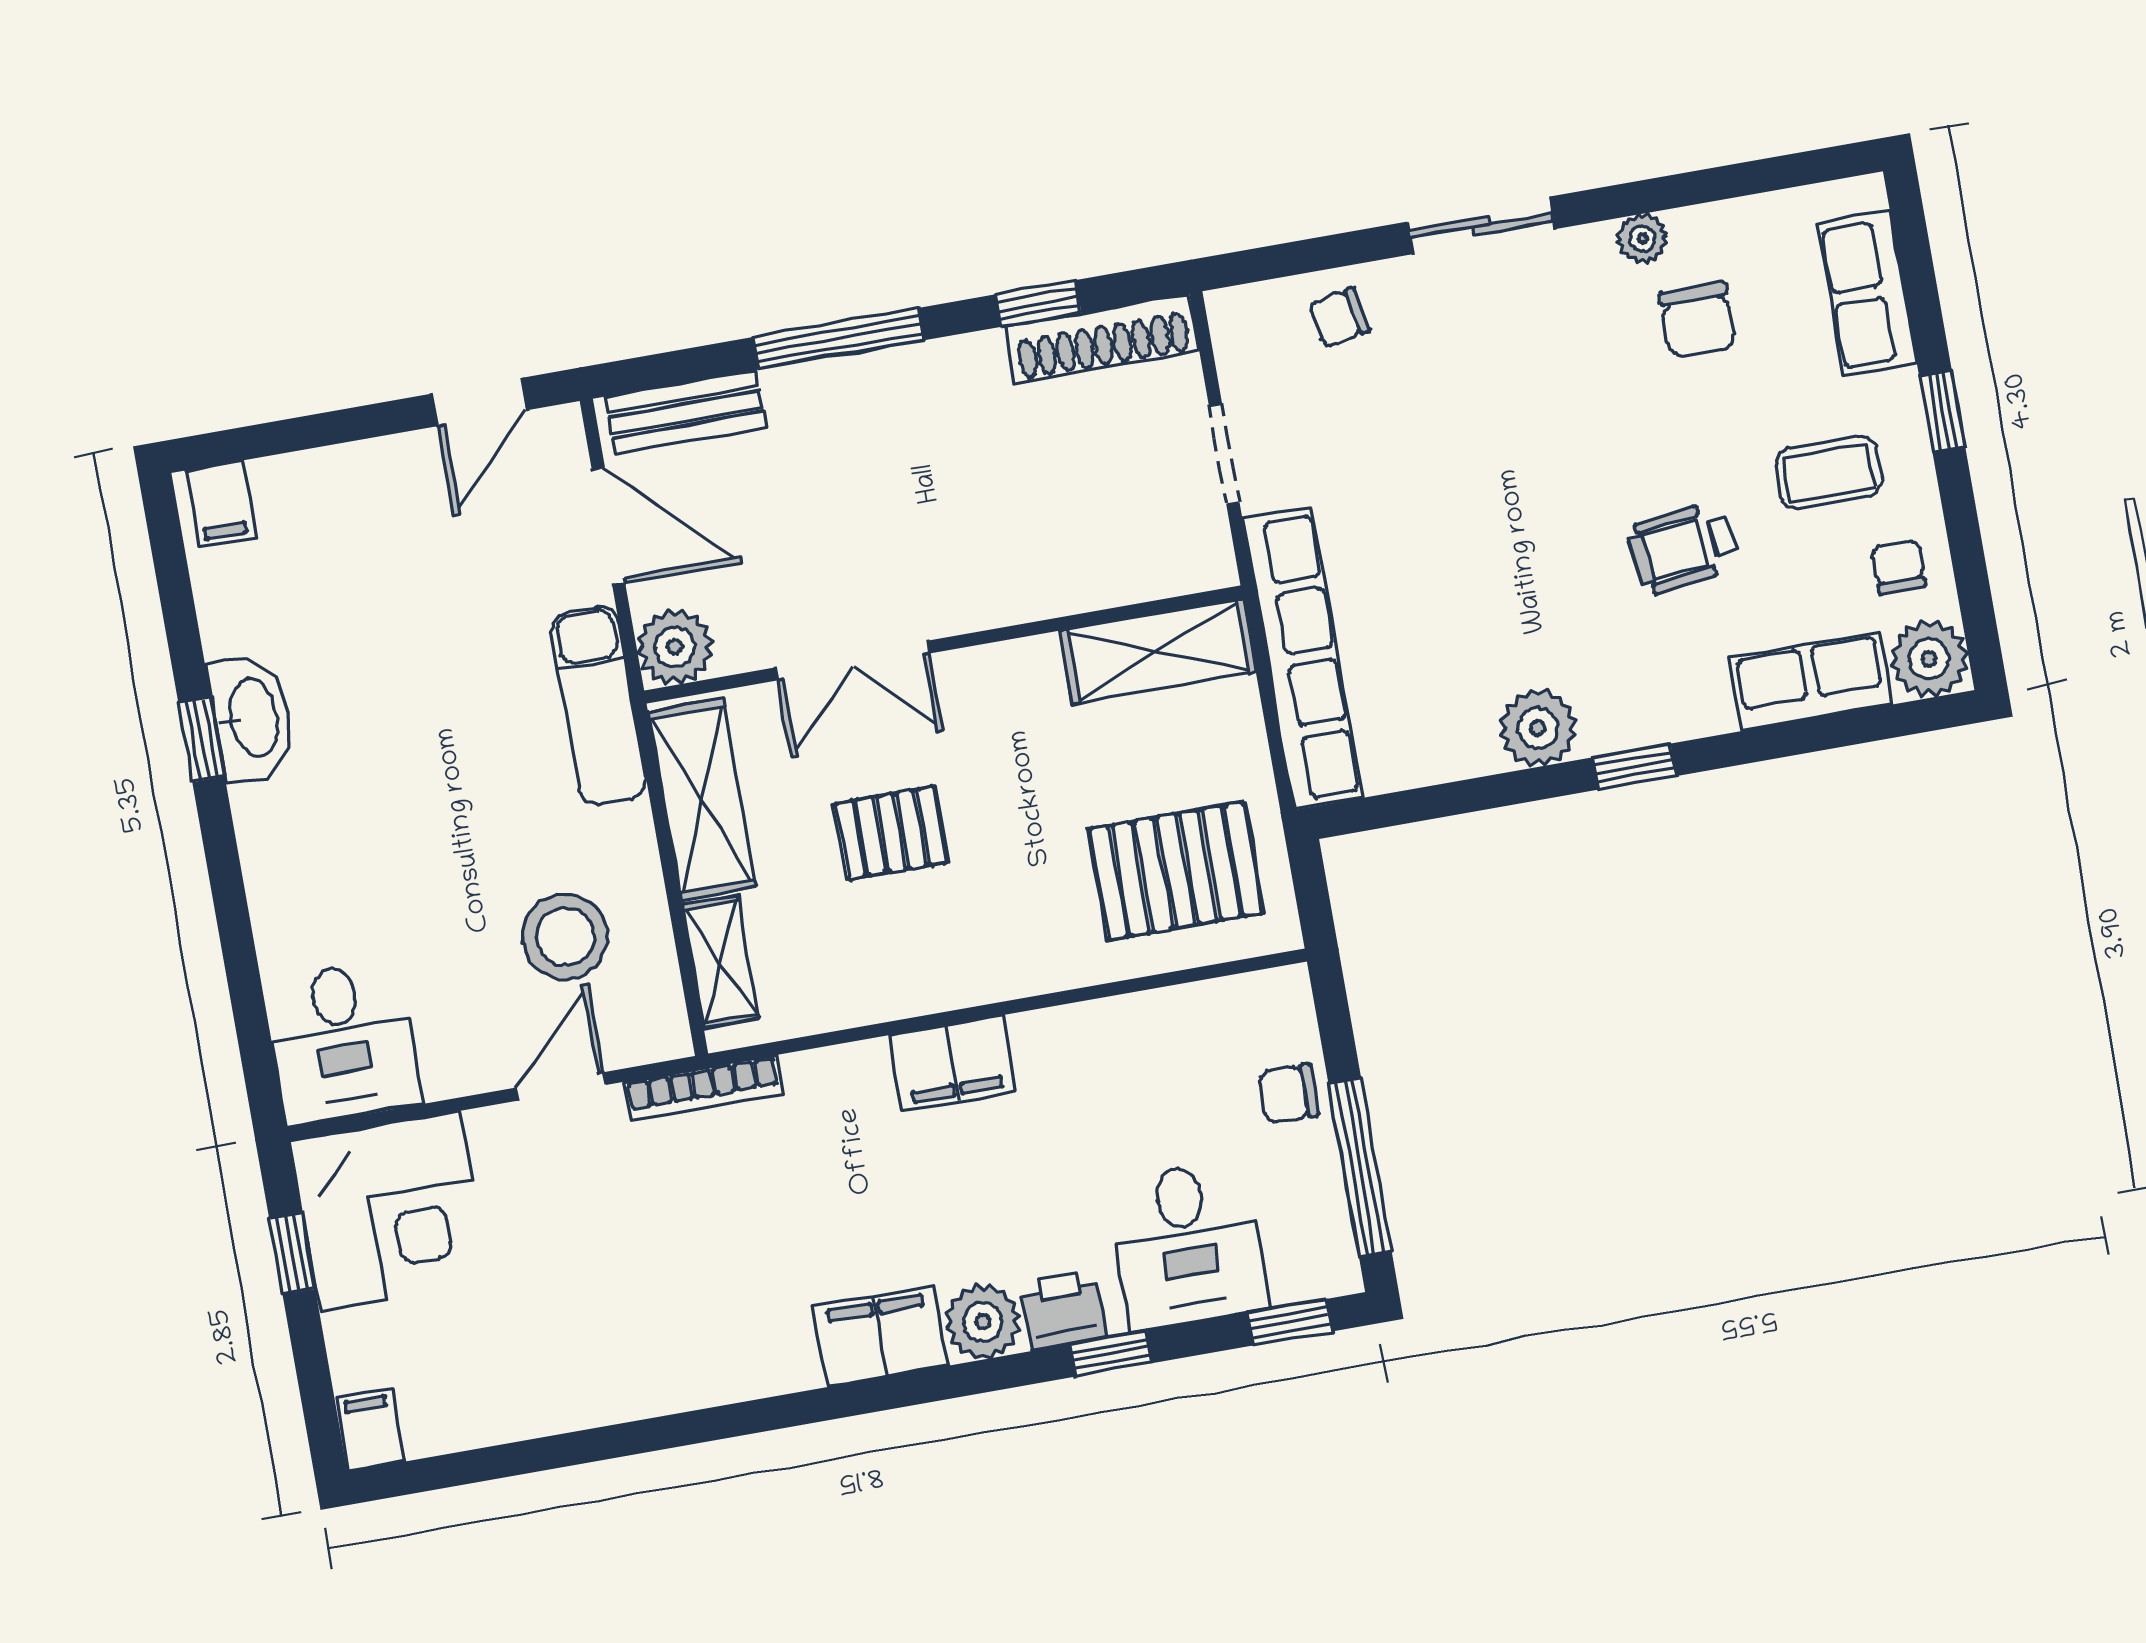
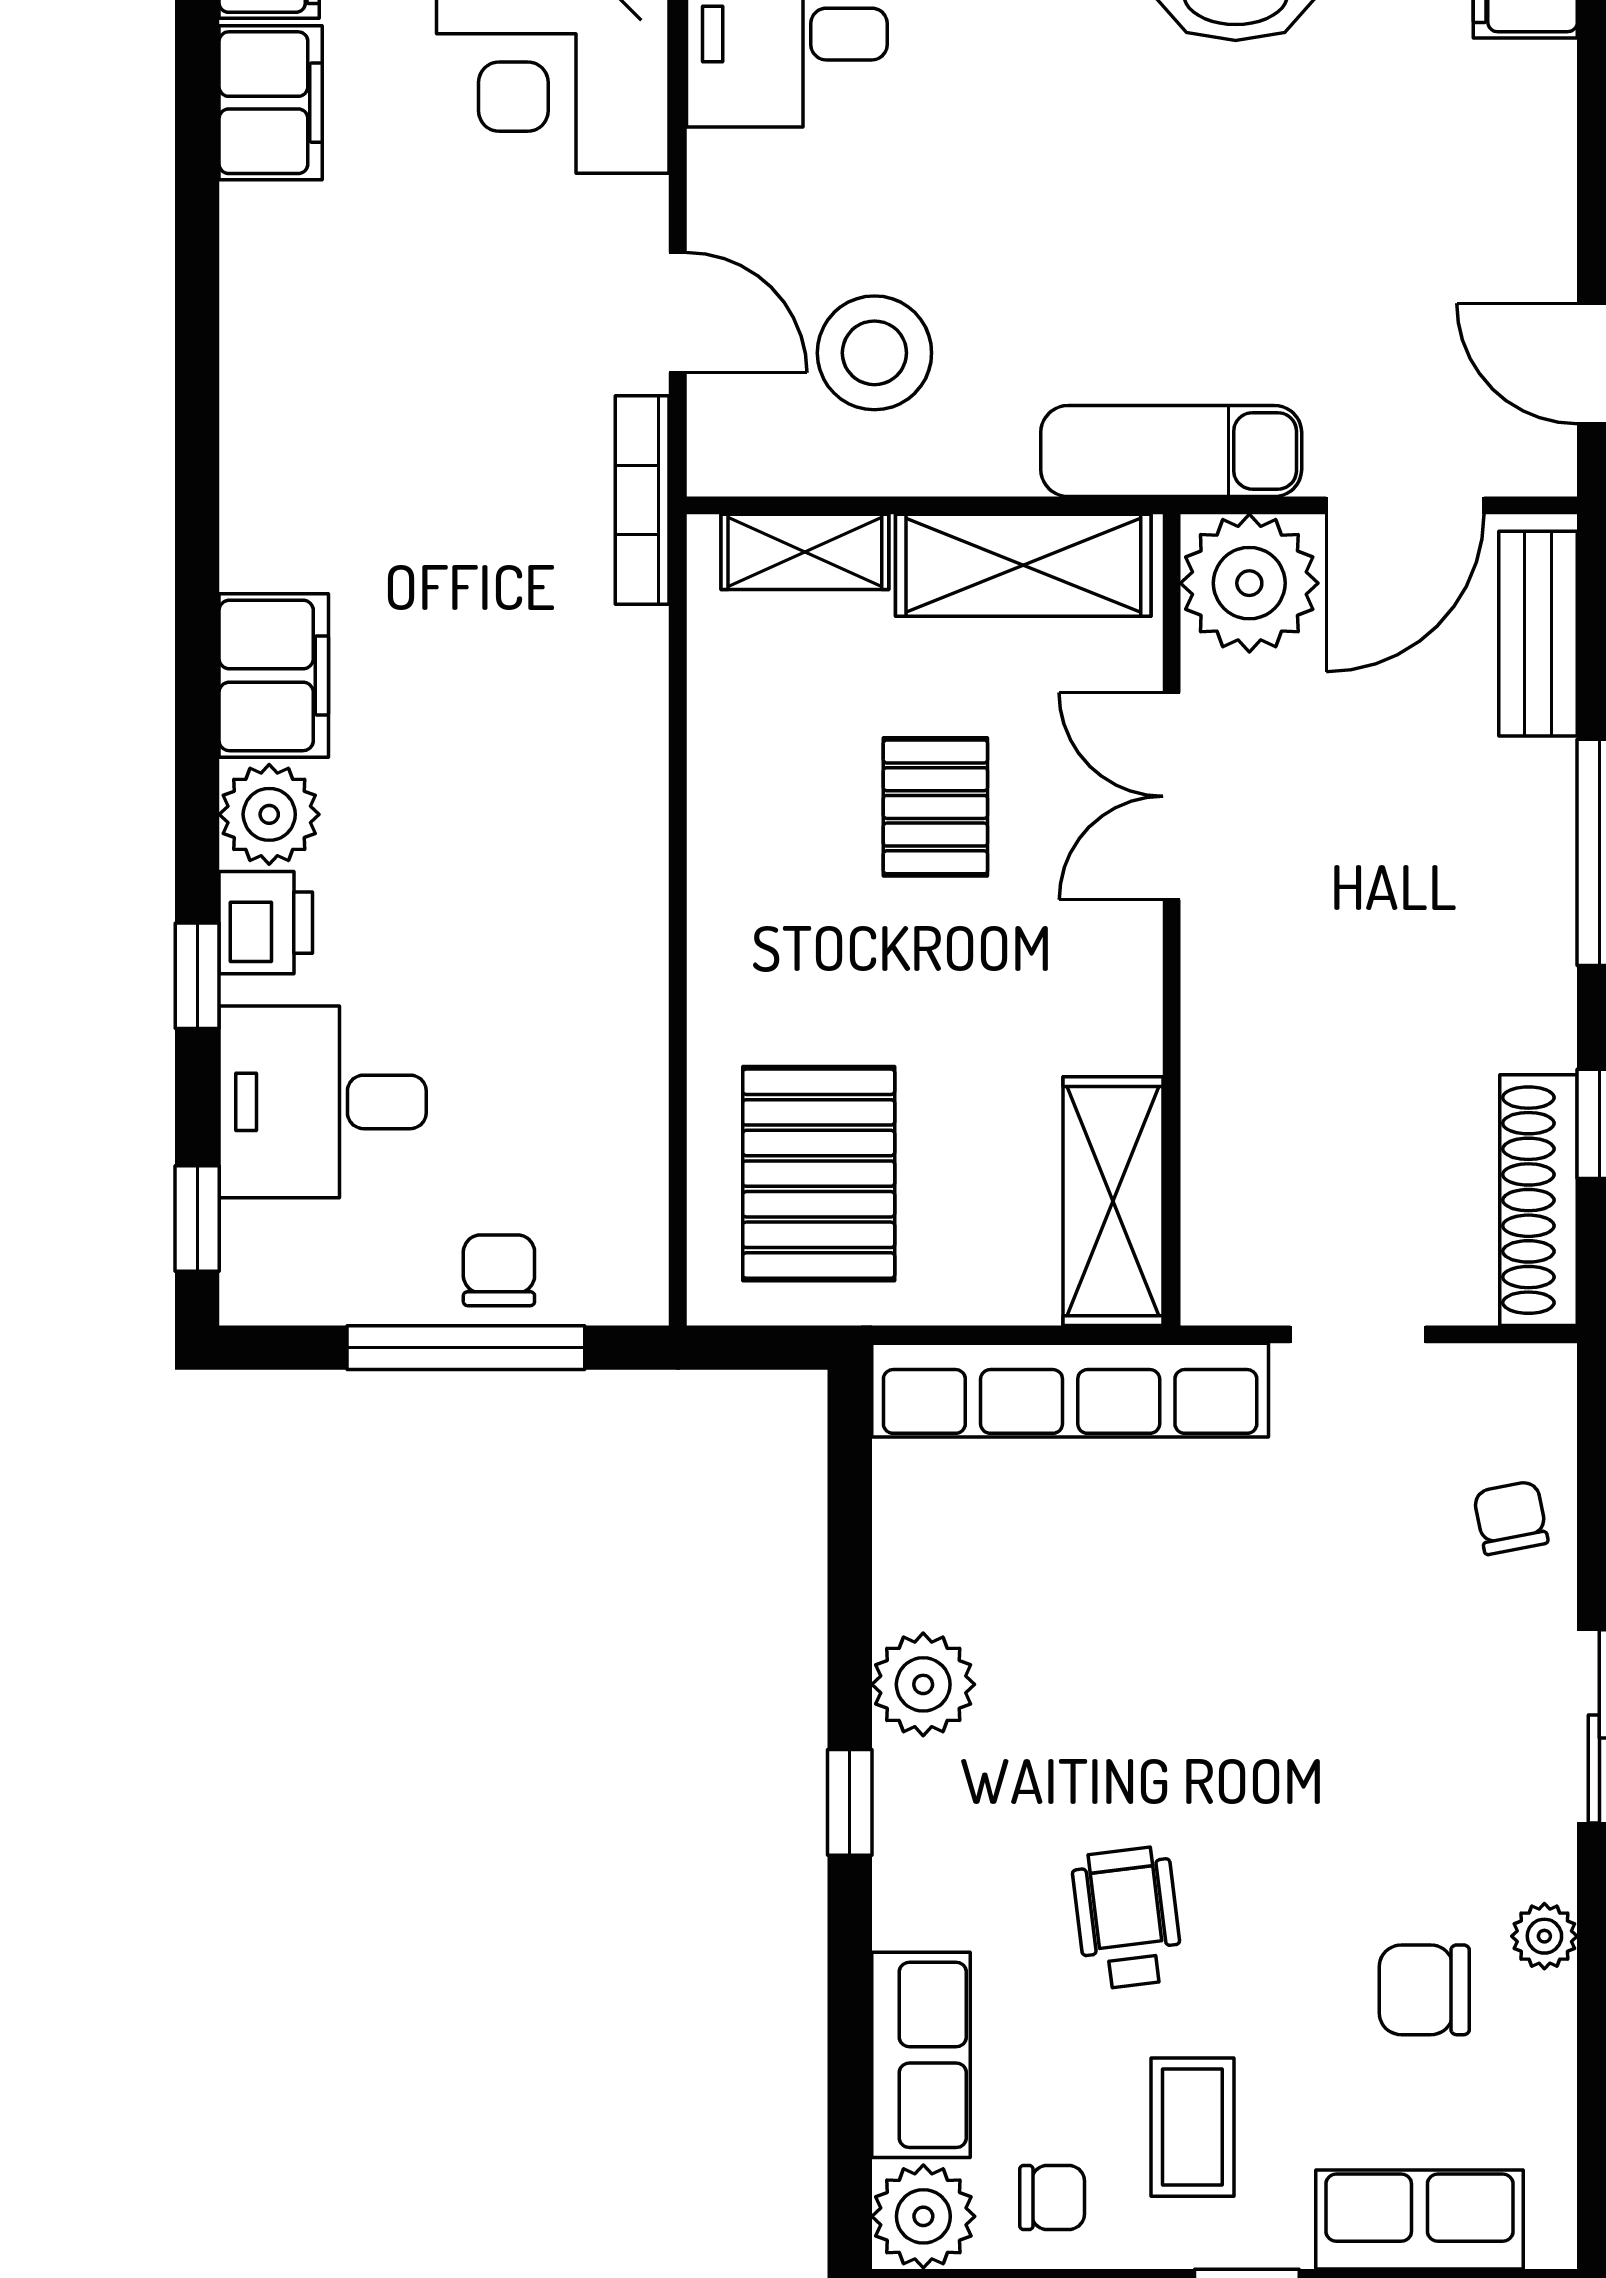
plant: (675, 647) -> (1249, 583), width x1.36, depth x1.36
filing cabinet: (953, 1063) -> (271, 103), moved, turned 180
window: (1360, 1167) -> (466, 1348), moved

